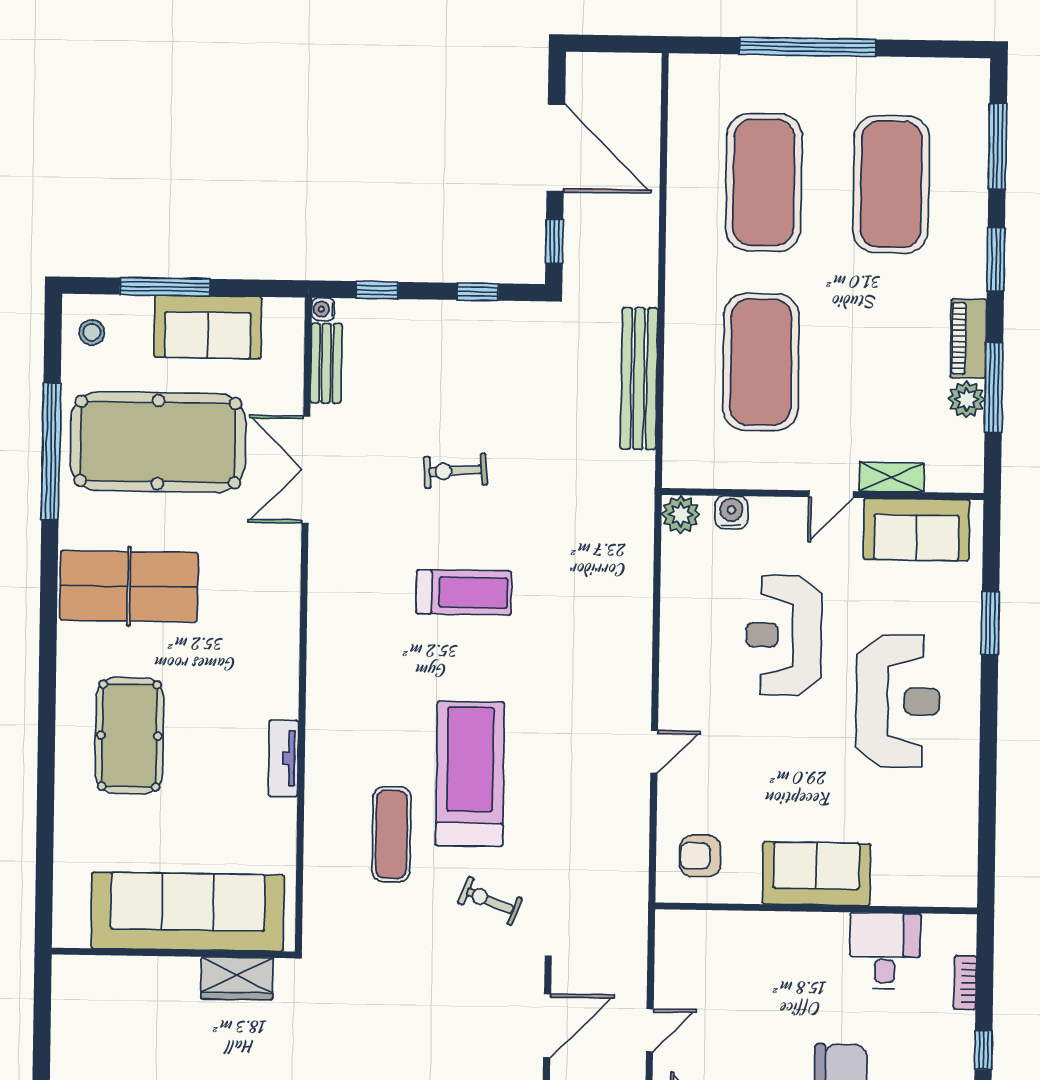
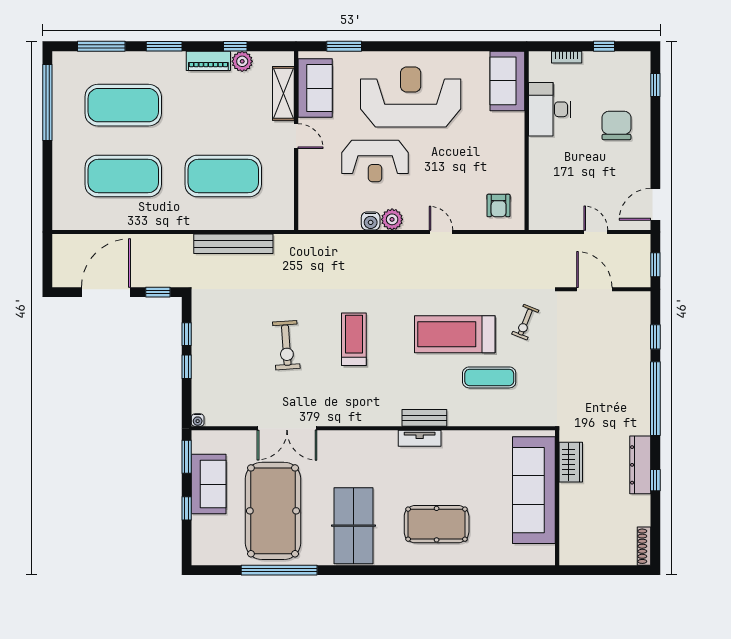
window: (808, 47) -> (47, 102), moved
window: (165, 287) -> (187, 508), width x0.46
window: (257, 288) -> (187, 457), added
window: (377, 290) -> (187, 367), moved
stool: (92, 332) -> (213, 549), removed
bench: (326, 363) -> (424, 418), moved
window: (994, 387) -> (235, 46), width x0.46
exercise bike: (455, 471) -> (286, 345), width x1.38, depth x1.39
shelving: (892, 477) -> (283, 93), width x1.50, depth x1.33
water cooler: (731, 513) -> (371, 221), moved, turned -90
plant: (681, 515) -> (392, 219), moved
window: (990, 623) -> (344, 46), moved
reception desk: (898, 701) -> (411, 97), width x1.36, depth x1.30
tv unit: (283, 758) -> (420, 438), moved
sofa: (816, 874) -> (507, 81), moved
desk: (885, 951) -> (550, 109), width x1.37

